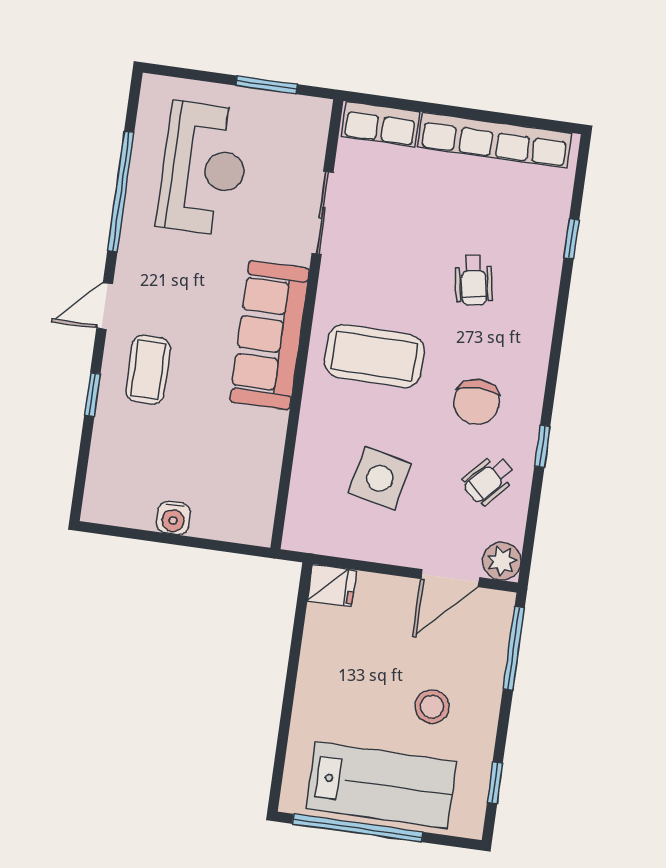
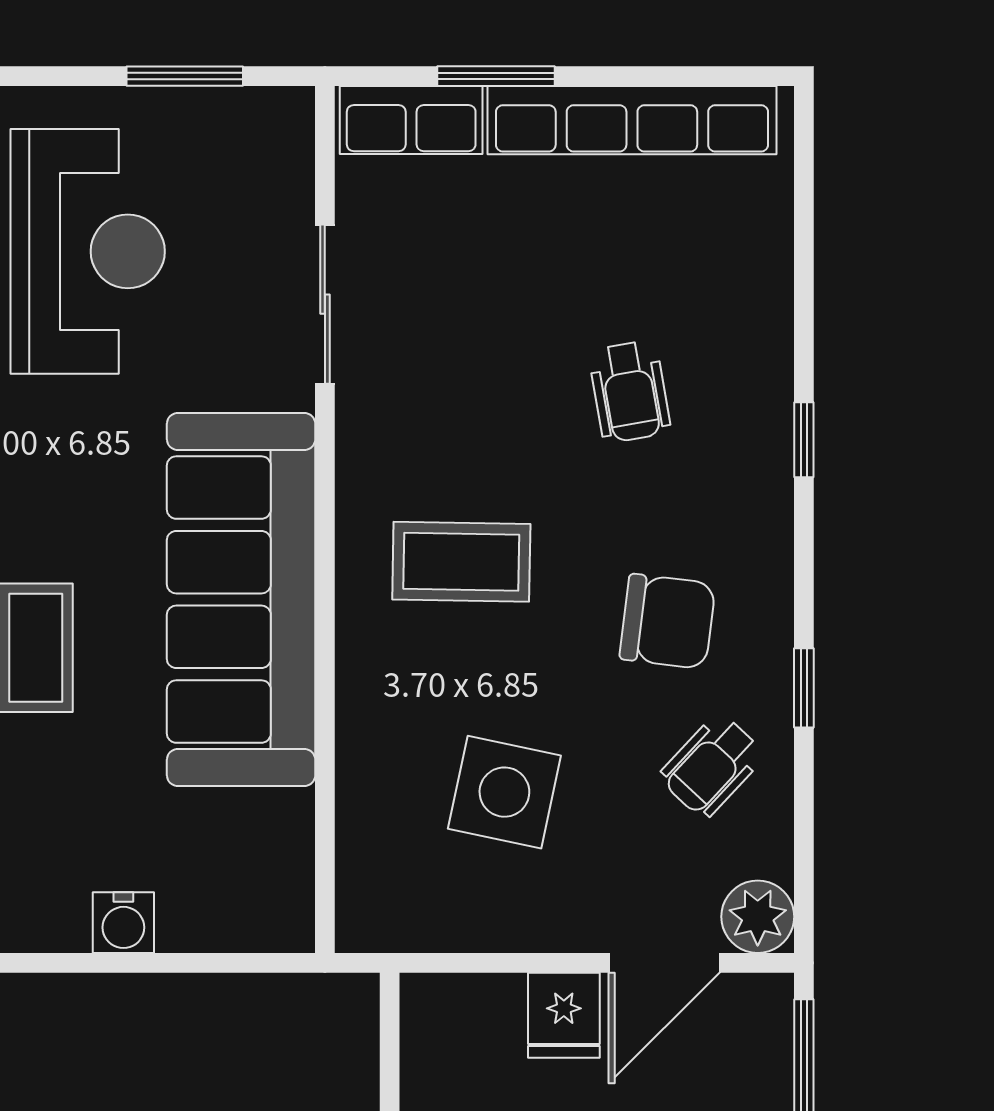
window: (427, 108) -> (496, 76), added
window: (571, 239) -> (804, 440), moved
sofa: (269, 335) -> (241, 600), width x1.36, depth x1.27
coffee table: (374, 356) -> (461, 562), width x0.73, depth x0.76
chair: (477, 402) -> (667, 621), turned -83
fridge: (332, 586) -> (564, 1015), moved, turned 90

